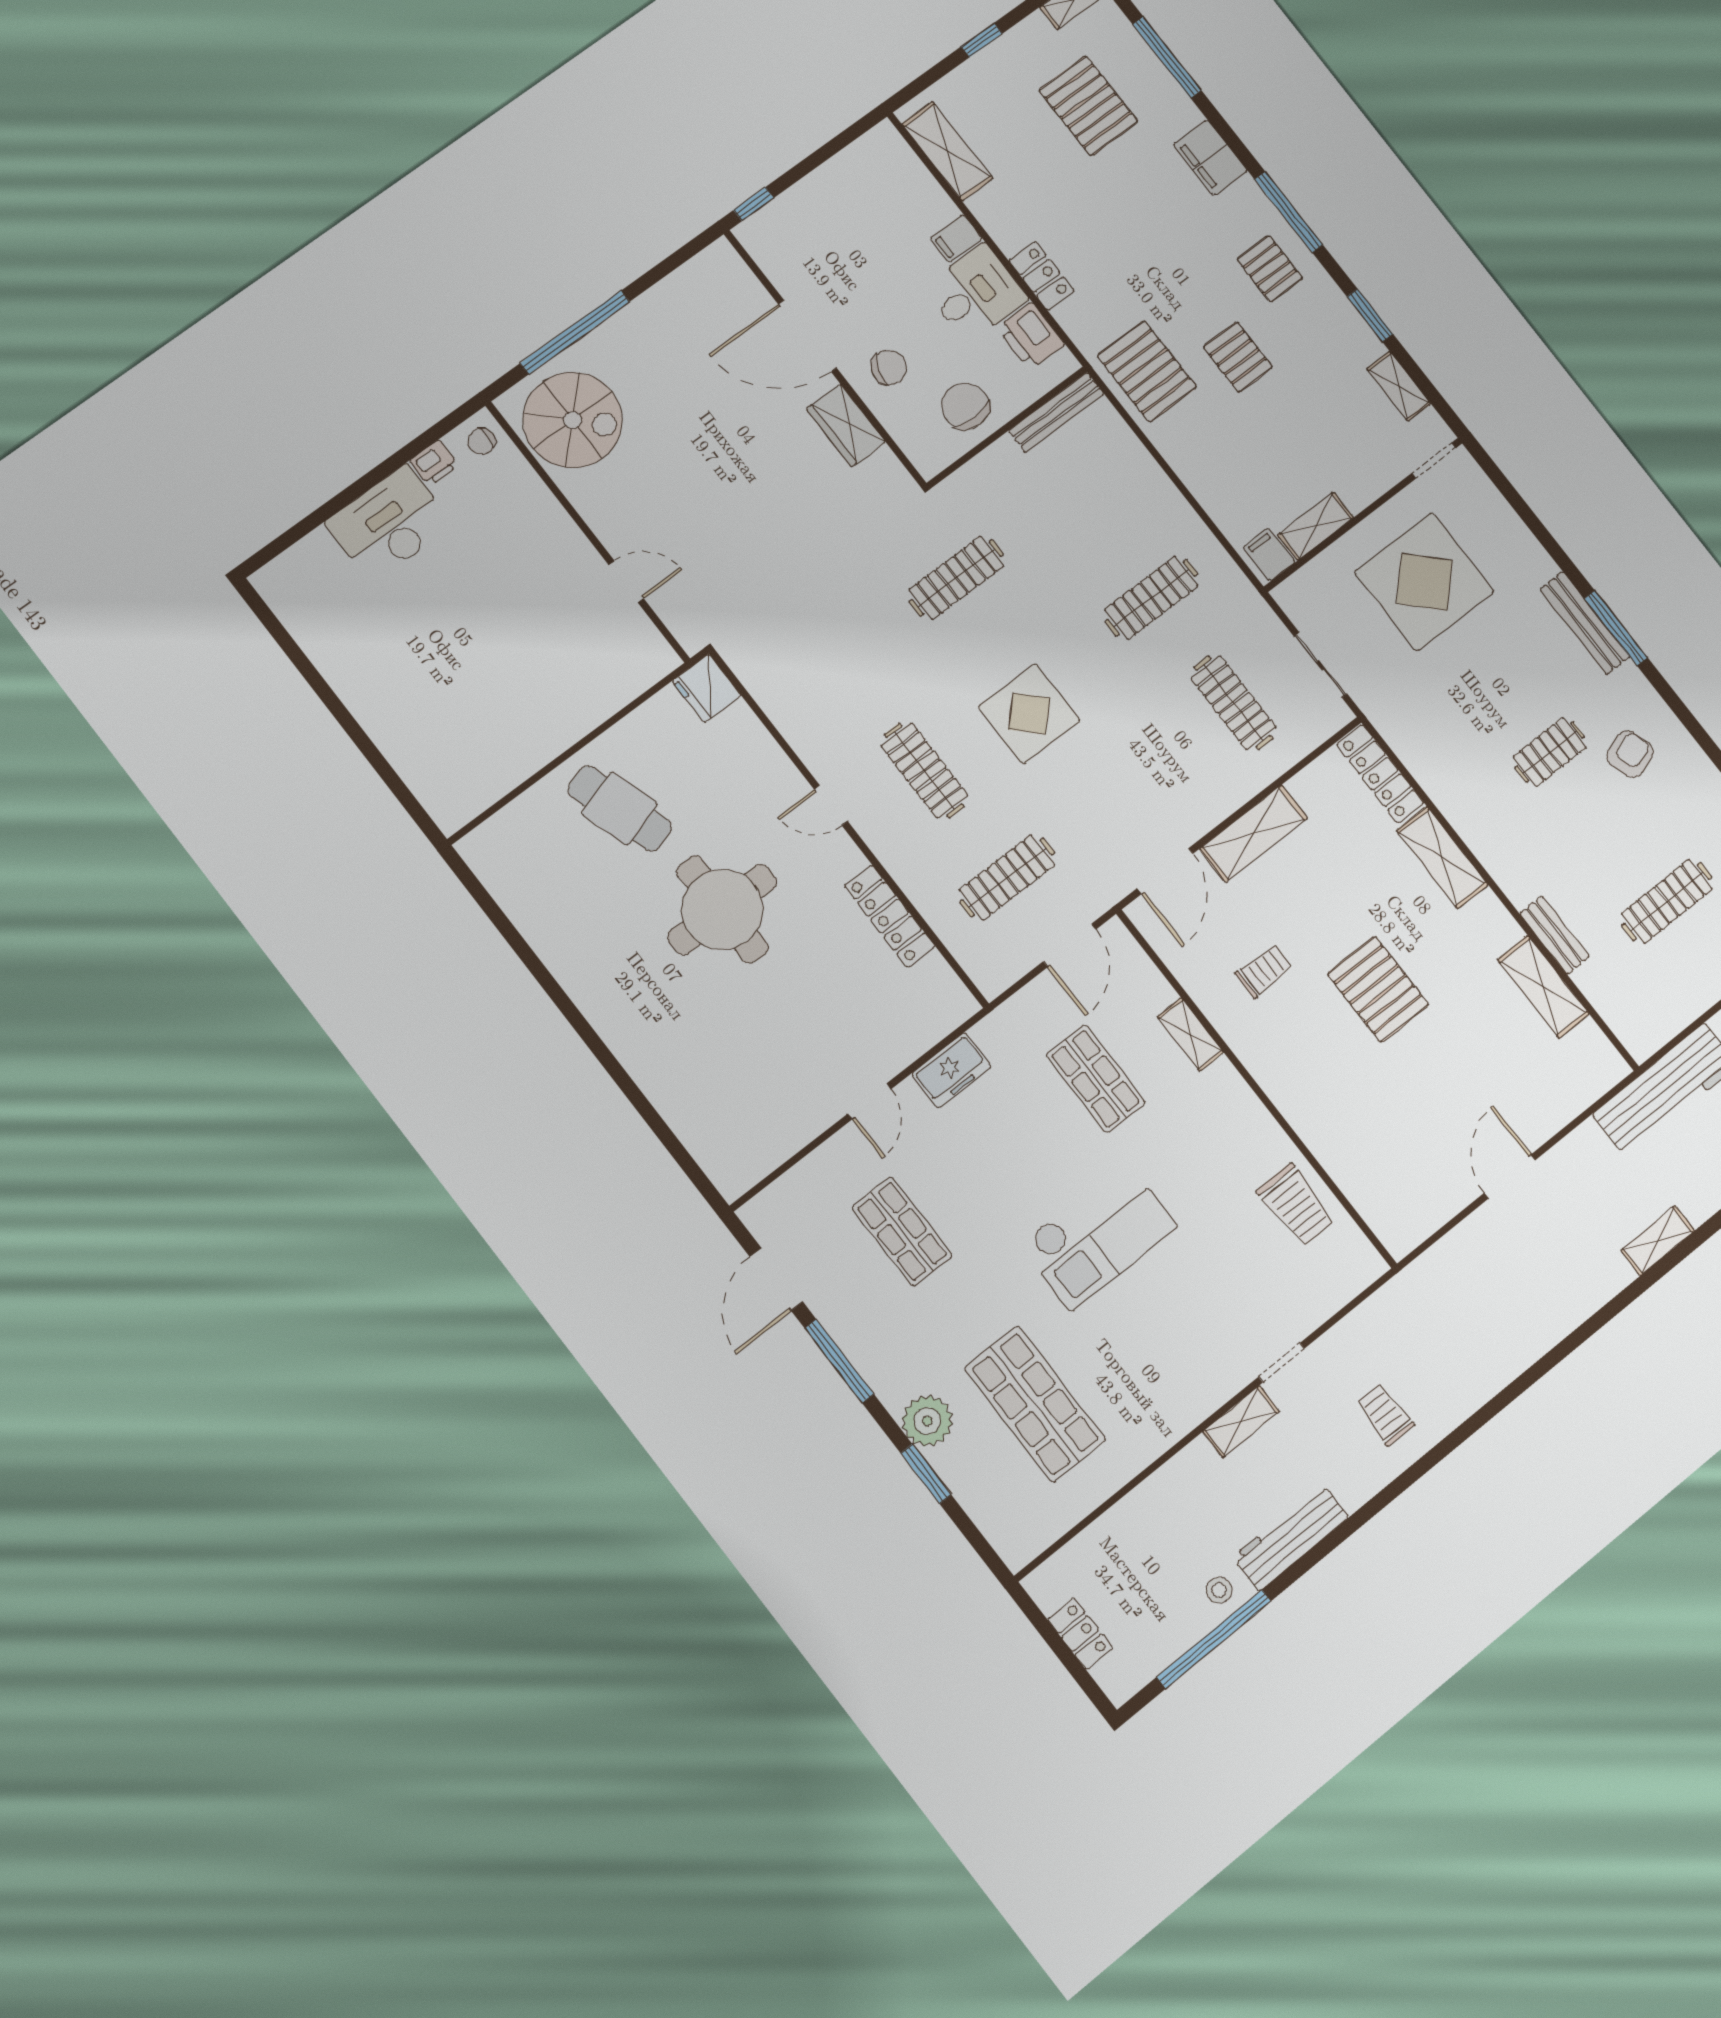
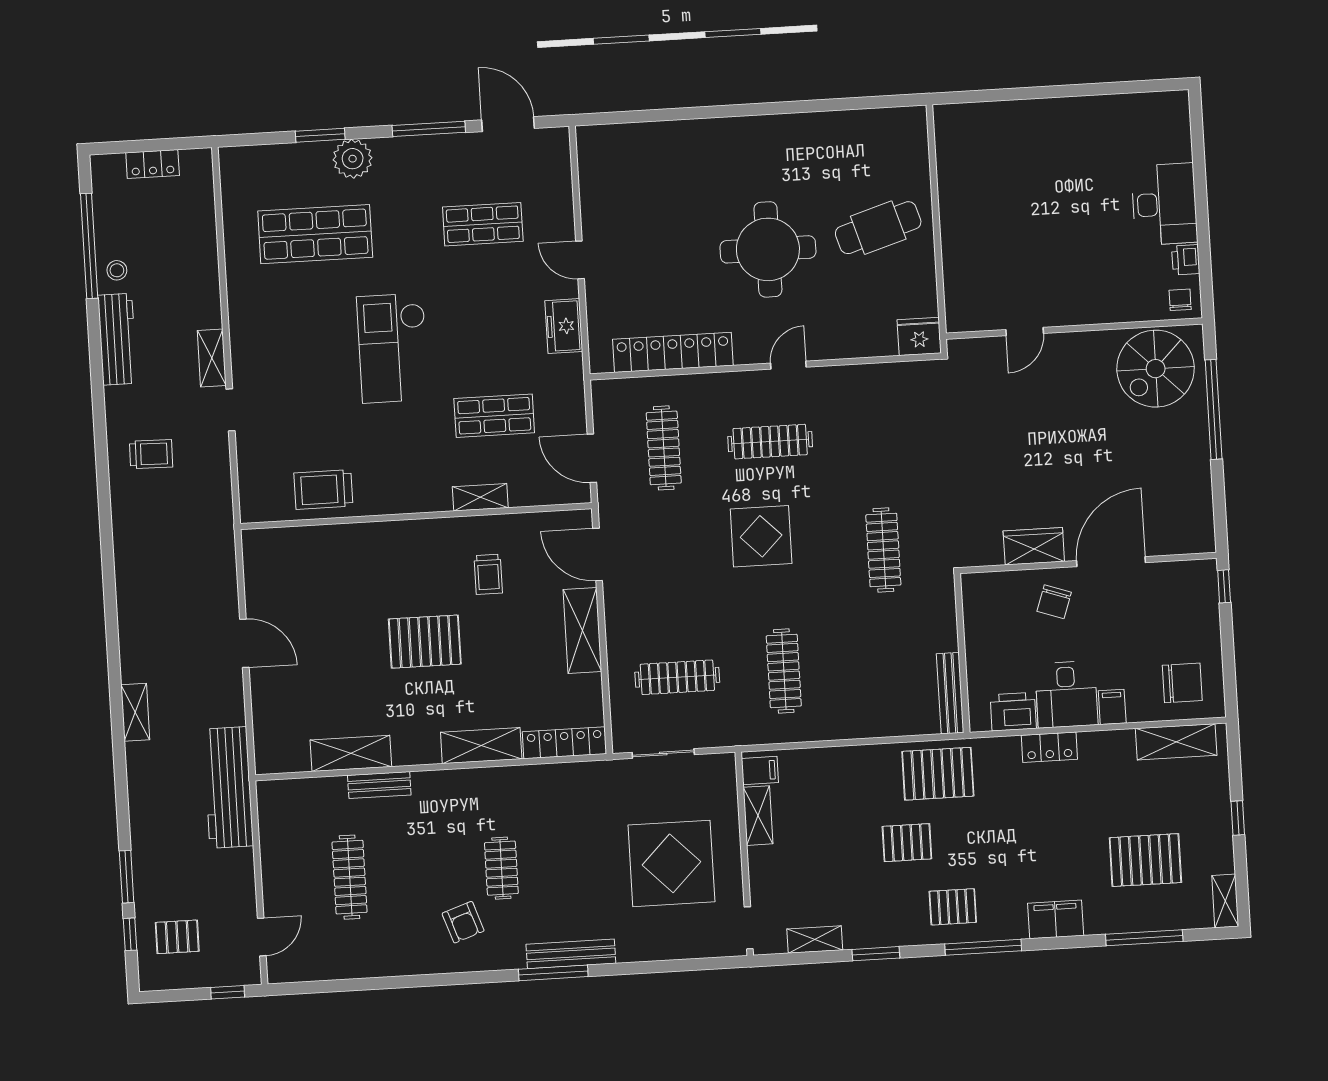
chair: (965, 406) -> (1182, 683), moved
locker: (890, 916) -> (673, 352), width x1.41, depth x1.21

